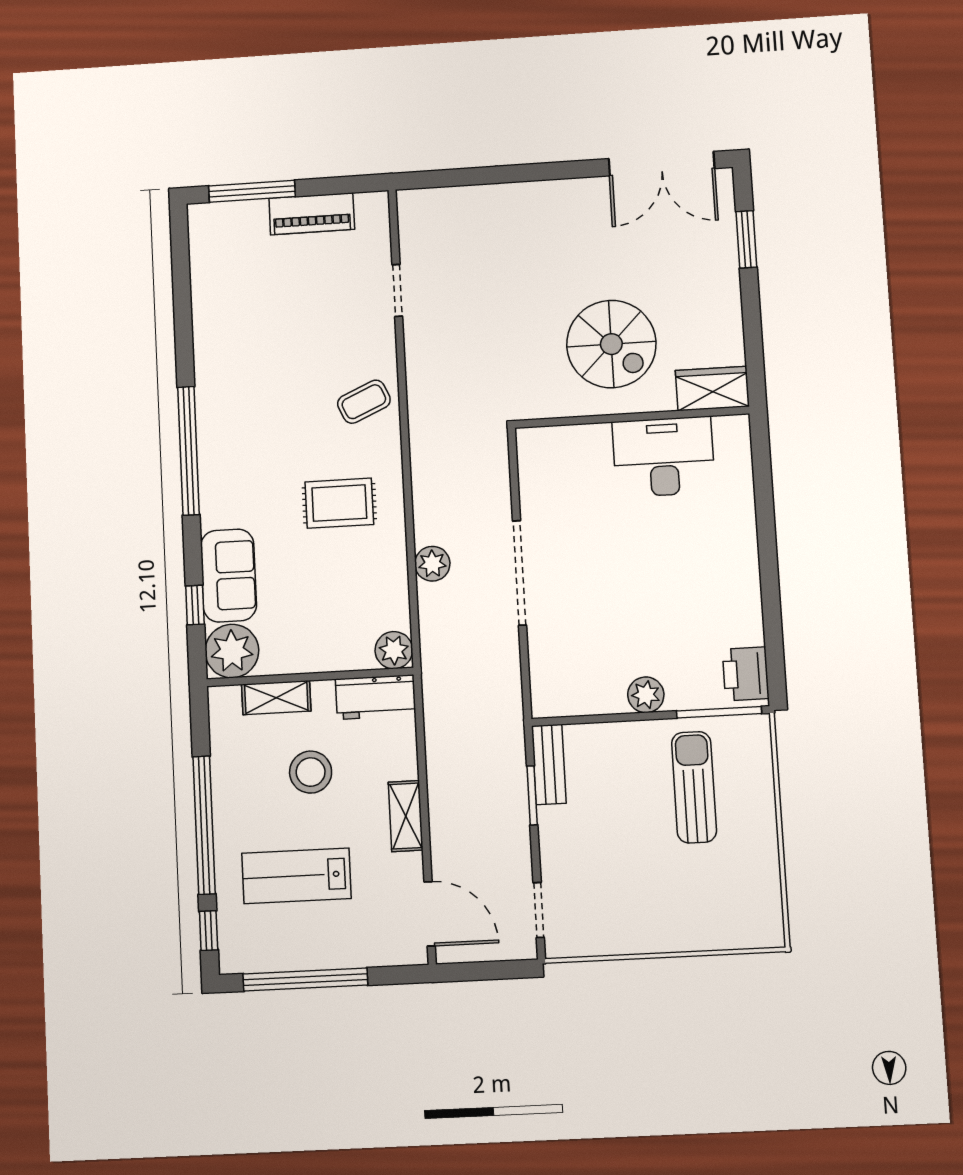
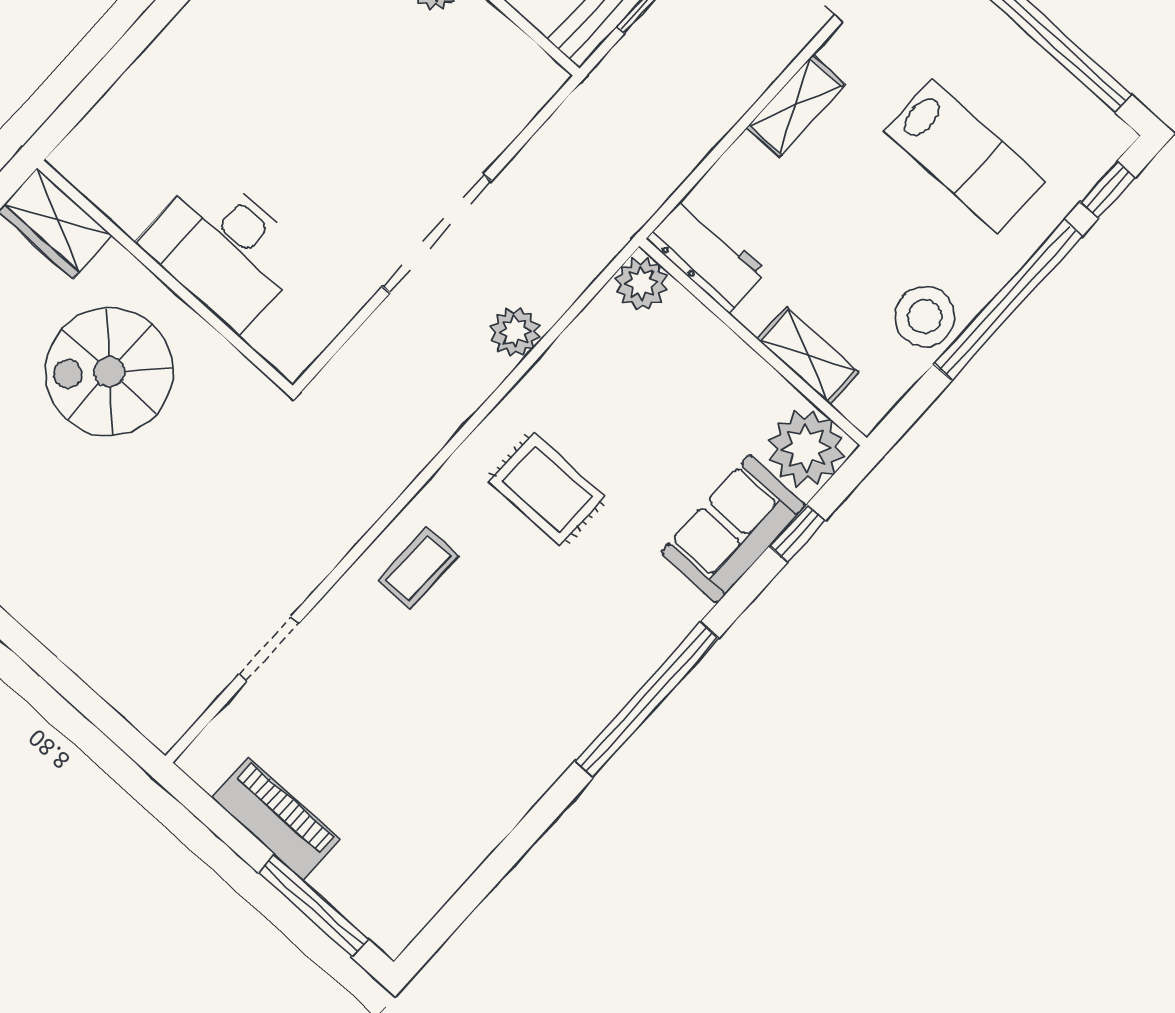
spiral stairs: (611, 344) -> (109, 372), turned -90
coffee table: (364, 402) -> (418, 568), turned -66
desk: (664, 457) -> (224, 249), moved
stool: (311, 772) -> (925, 317), moved

